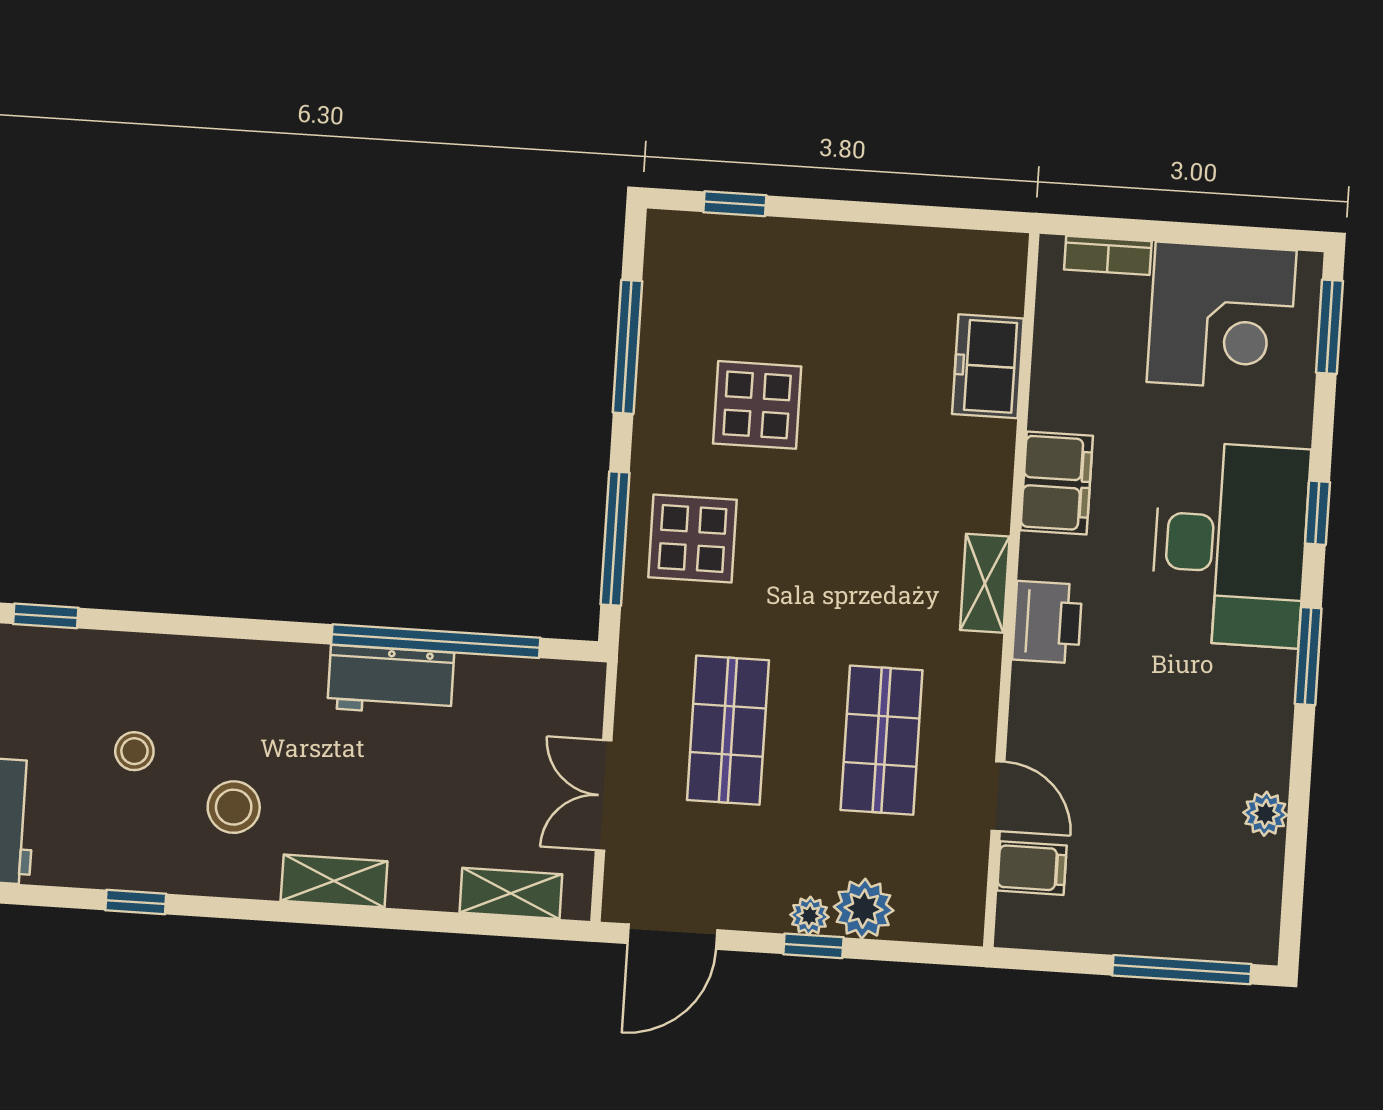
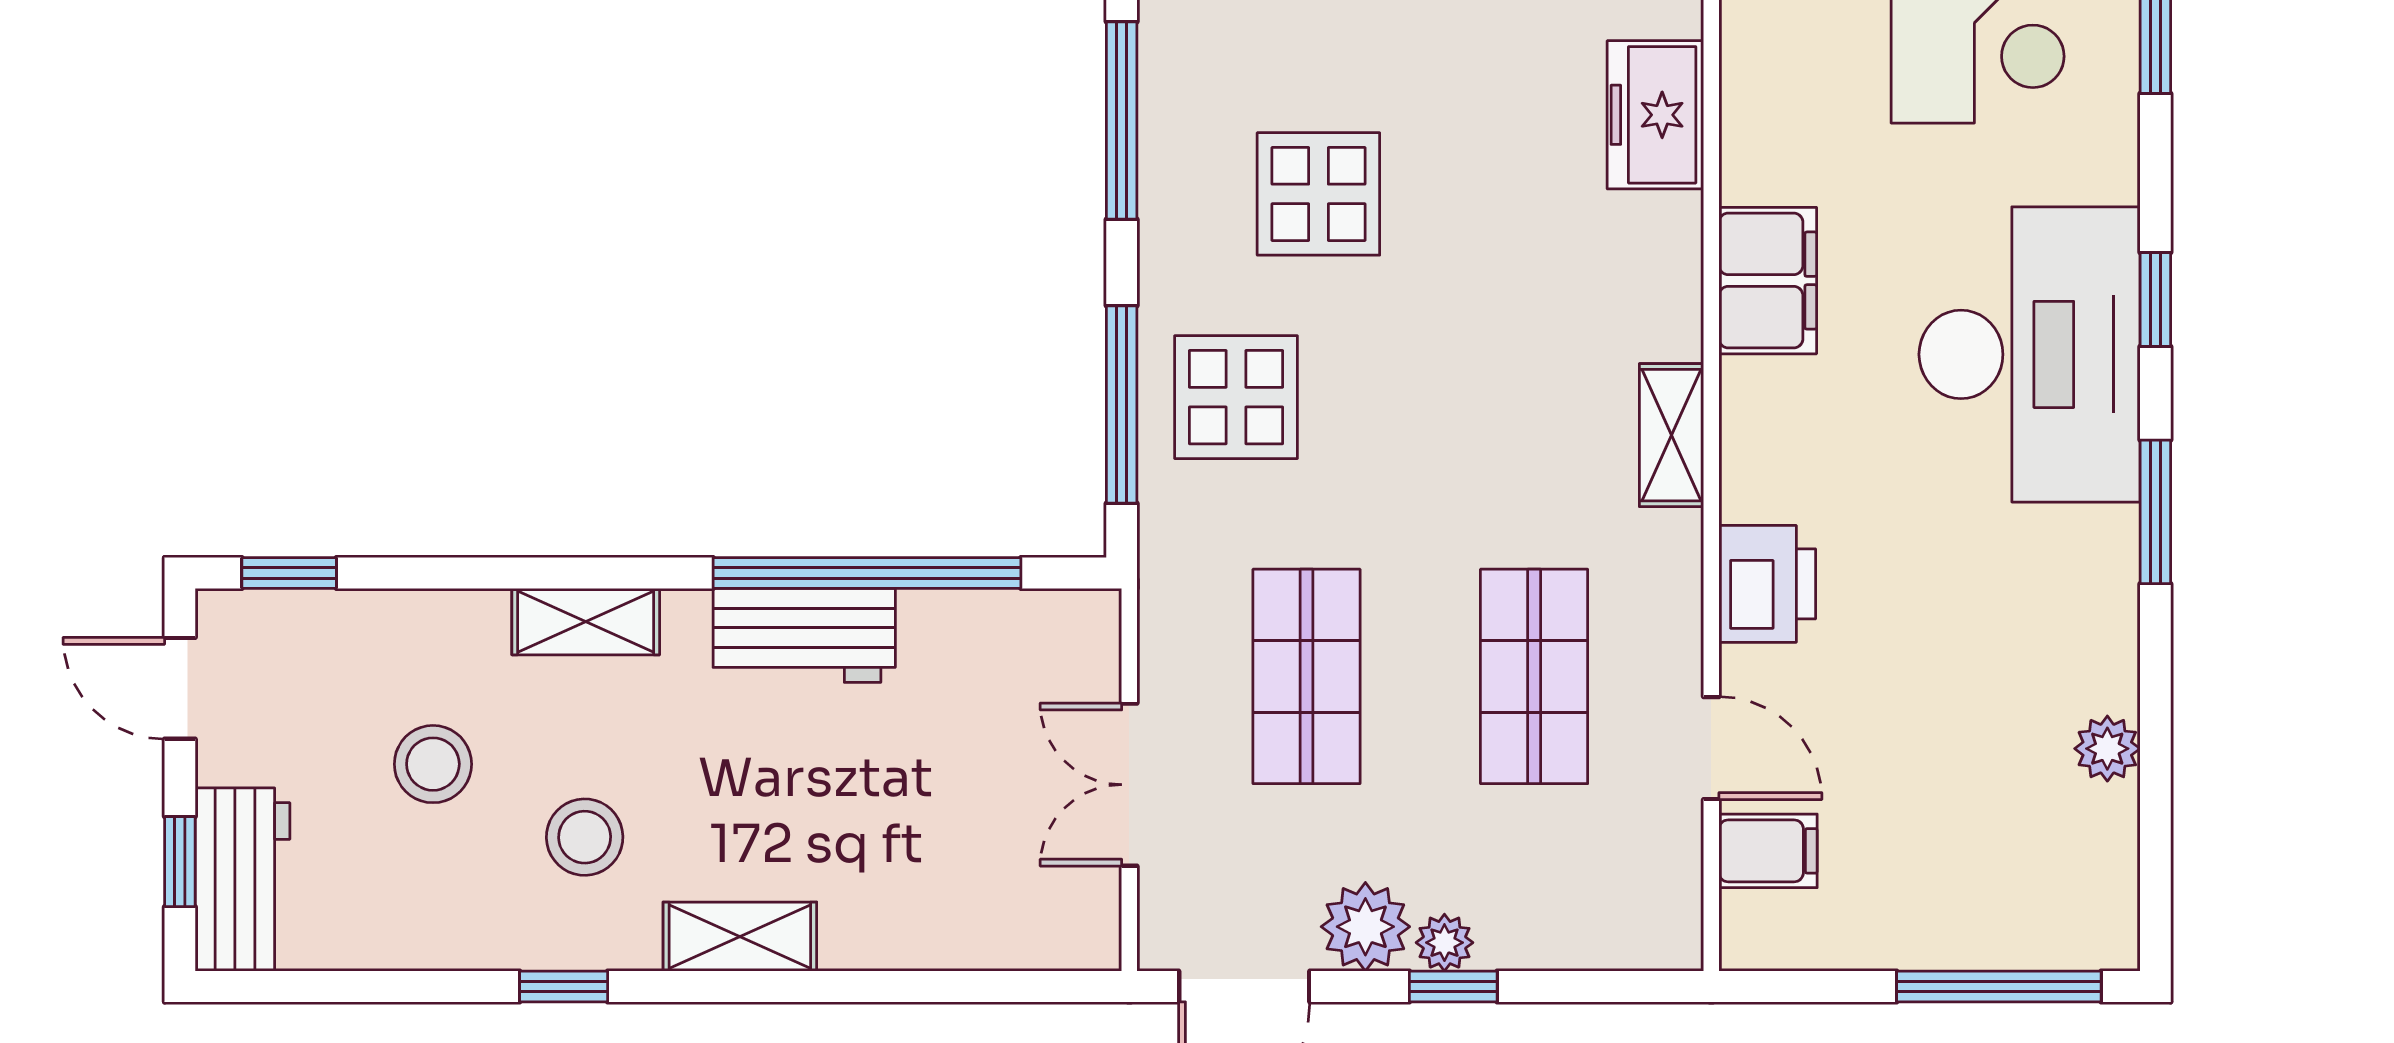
printer: (1047, 622) -> (1767, 584), moved
stool: (134, 751) -> (433, 764), width x1.37, depth x1.37
shelving: (511, 893) -> (586, 622), moved
window: (136, 902) -> (564, 986), moved
plant: (864, 909) -> (1365, 927), moved

